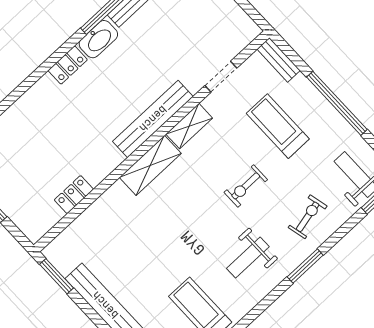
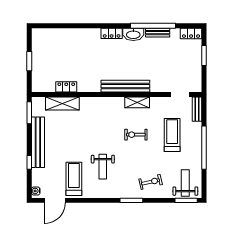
doorway: (221, 77) -> (180, 94), moved
shelving: (150, 165) -> (62, 103), moved
exercise bike: (246, 186) -> (136, 135), moved
weight bench: (248, 258) -> (103, 167), moved, turned -90

